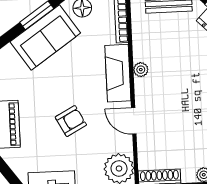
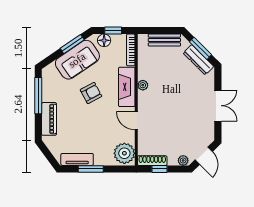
armchair: (71, 121) -> (91, 93), moved

